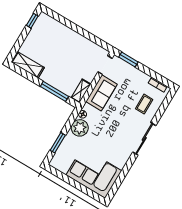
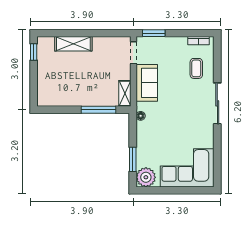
shelving: (28, 65) -> (73, 44), moved
plant: (80, 128) -> (146, 177), moved

